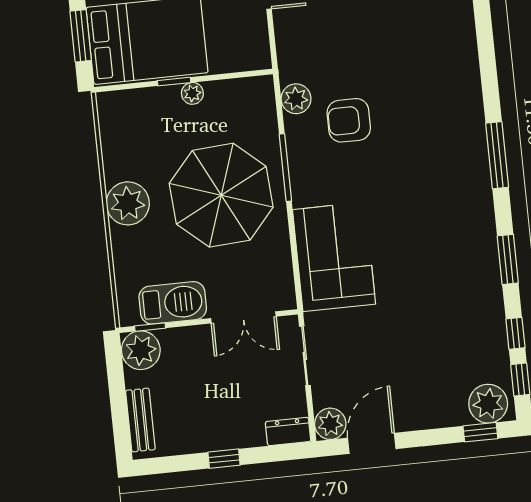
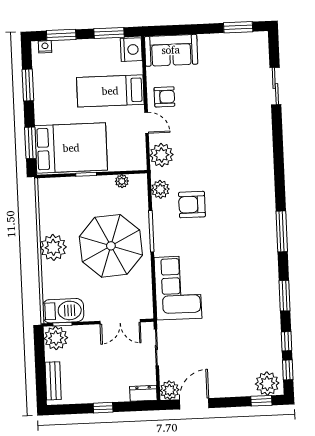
plant: (295, 43) -> (162, 155), added
plant: (192, 93) -> (122, 181), moved
barbecue: (173, 303) -> (63, 311), moved

